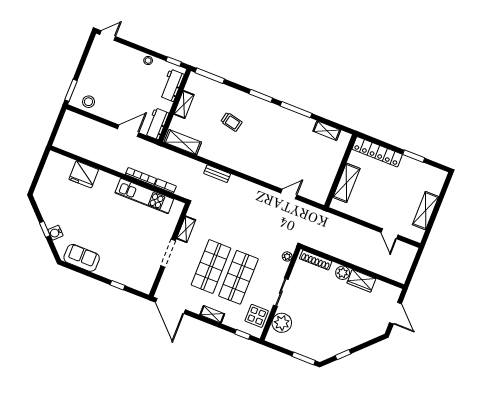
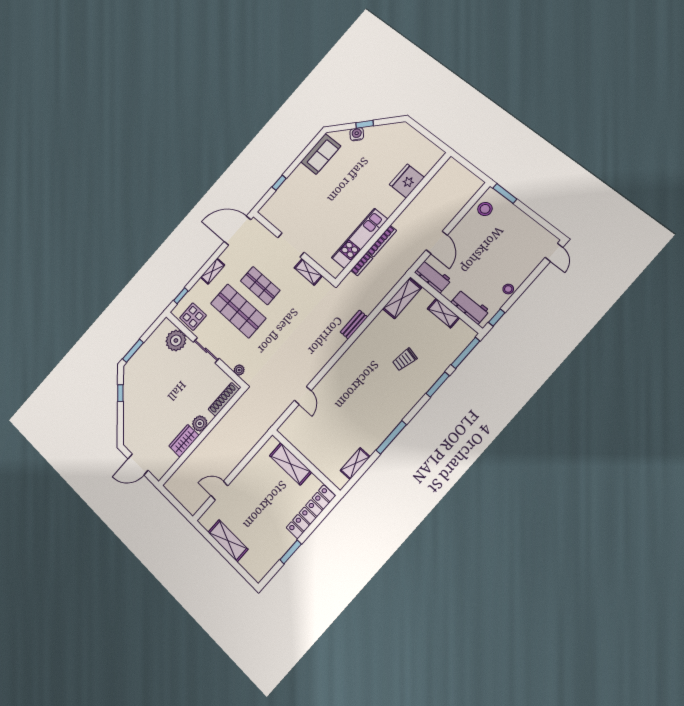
window: (261, 96) -> (438, 385), moved
shop shelf: (211, 266) -> (260, 286), width x0.70, depth x0.74

